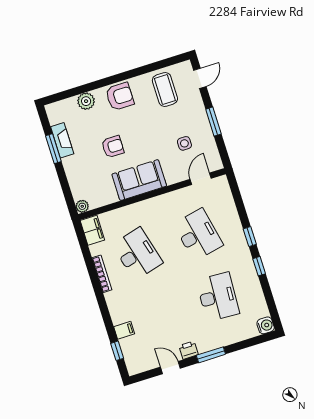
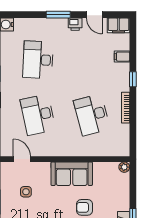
door: (201, 179) -> (22, 159), swing flipped
filing cabinet: (92, 230) -> (118, 25), moved, turned -90
window: (117, 351) -> (133, 79), moved

